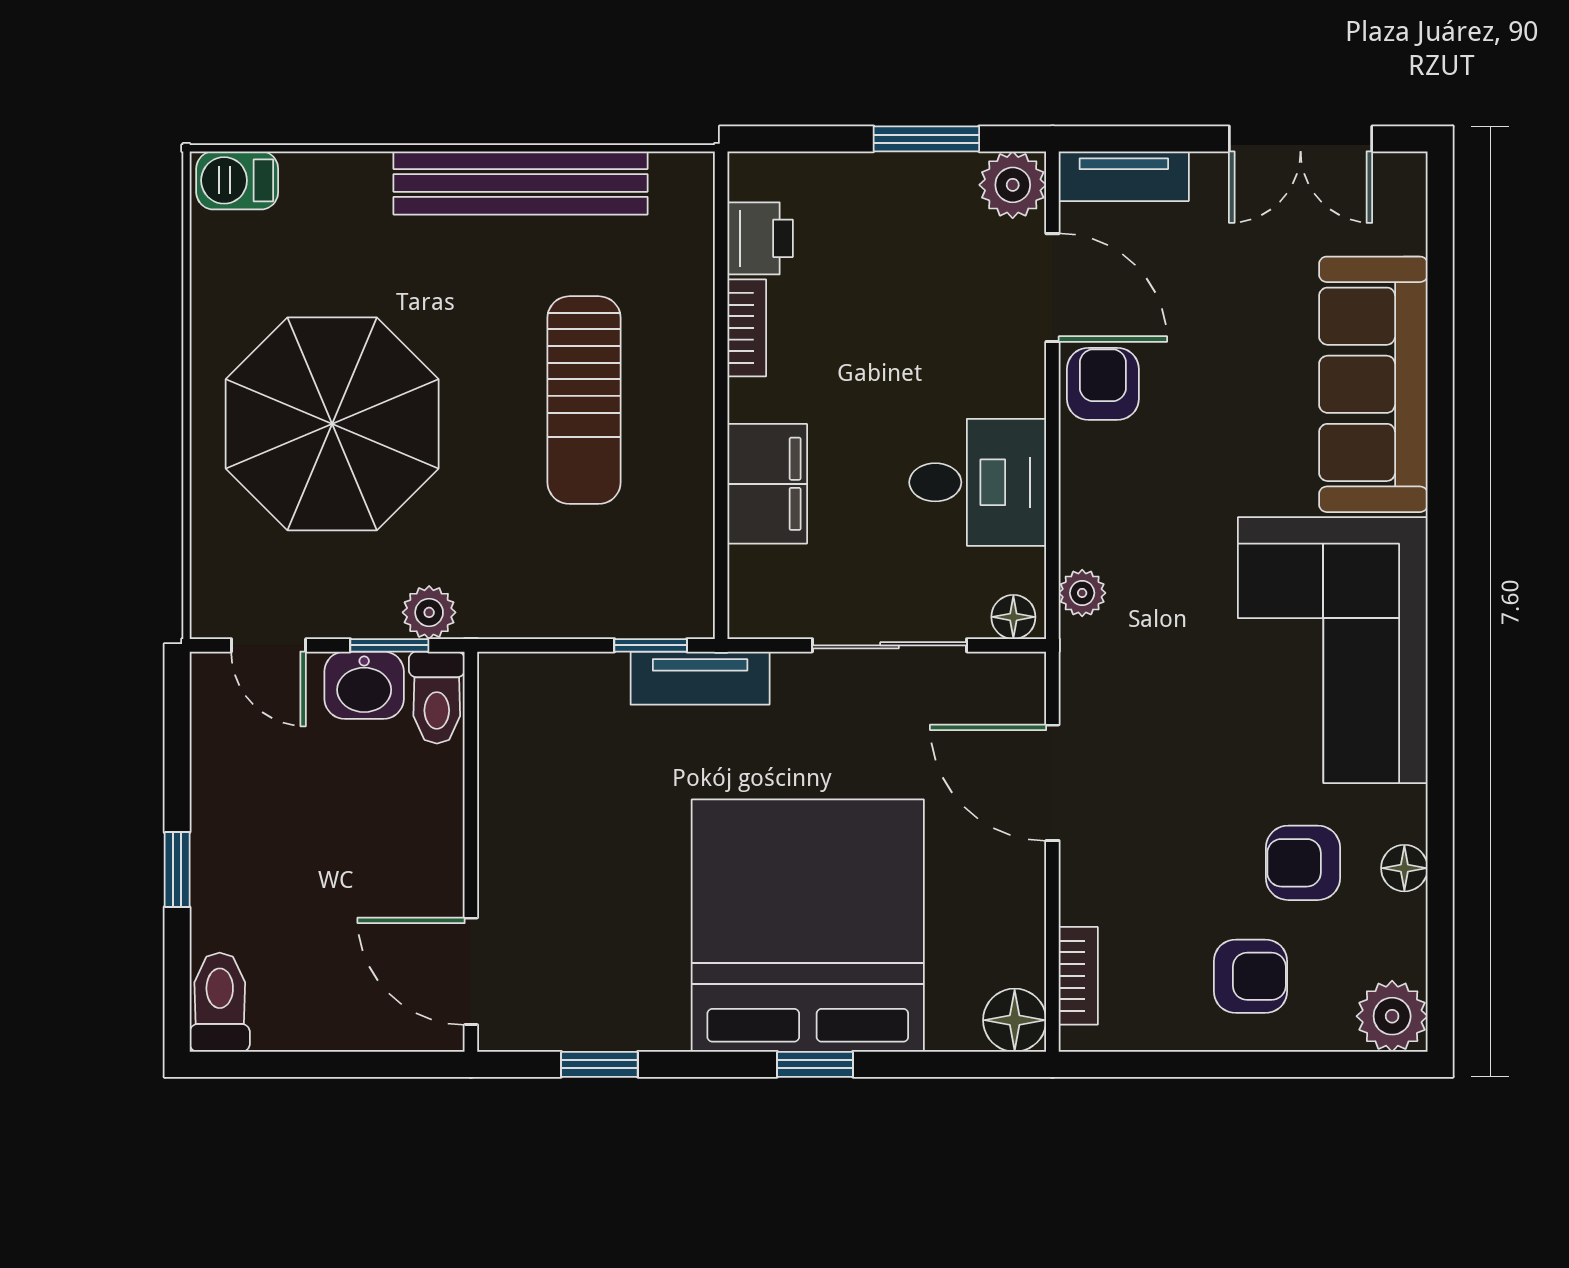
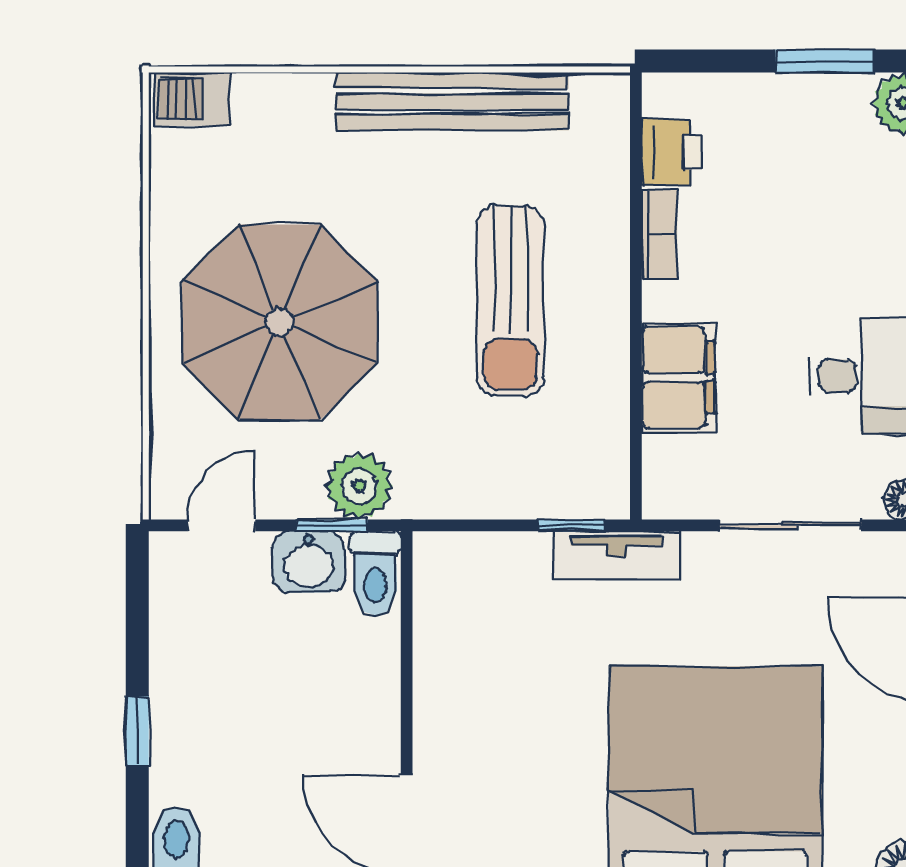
plant: (429, 612) -> (359, 486), width x1.38, depth x1.38
door: (269, 645) -> (221, 525), swing flipped

